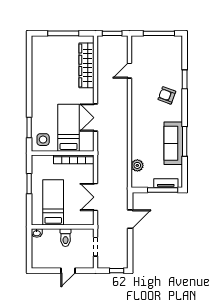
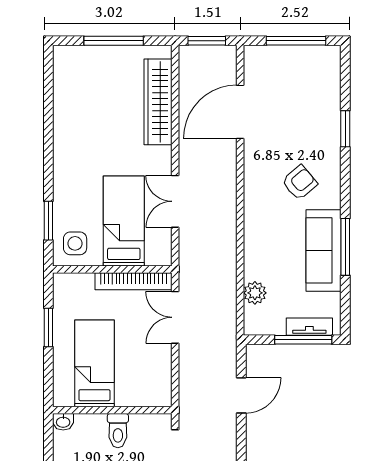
door: (130, 71) -> (240, 112), width x1.88
armchair: (167, 95) -> (300, 183), moved, turned 120
double door: (95, 197) -> (175, 317), moved

